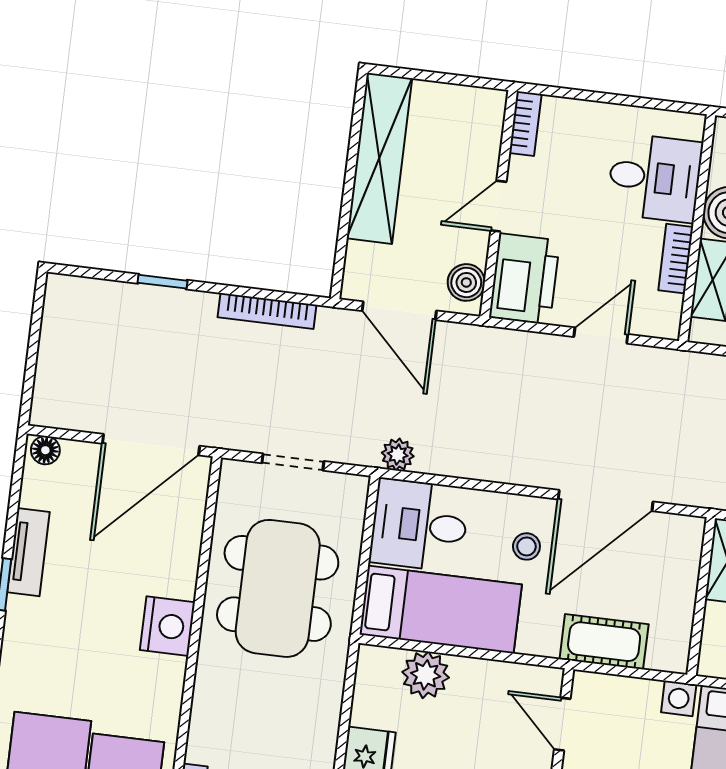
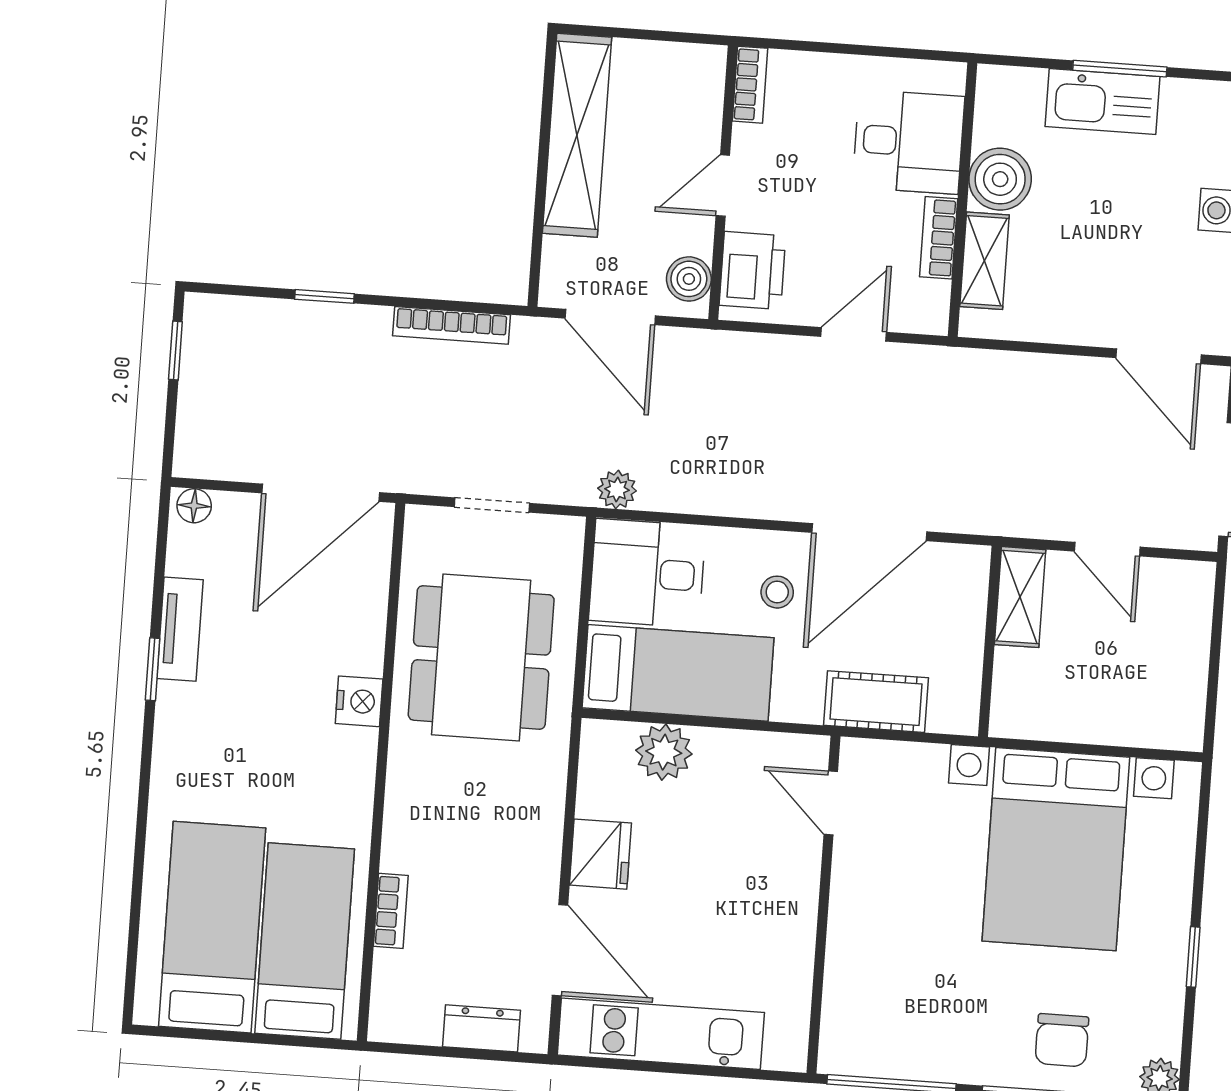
printer: (524, 279) -> (752, 271), width x0.73, depth x0.84
window: (36, 320) -> (175, 351), added
nightstand: (167, 626) -> (359, 701), width x0.74, depth x0.75

